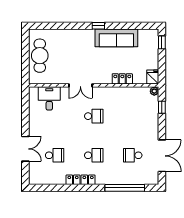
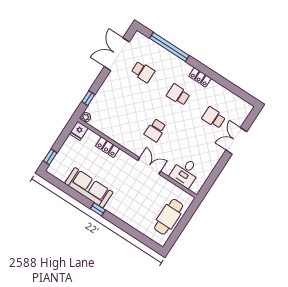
school desk: (94, 116) -> (155, 130), turned -90
locker: (81, 180) -> (200, 77), width x0.66

